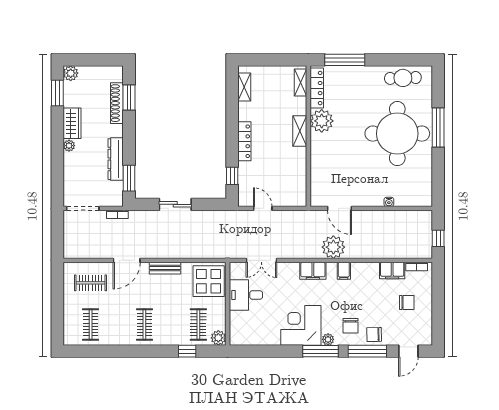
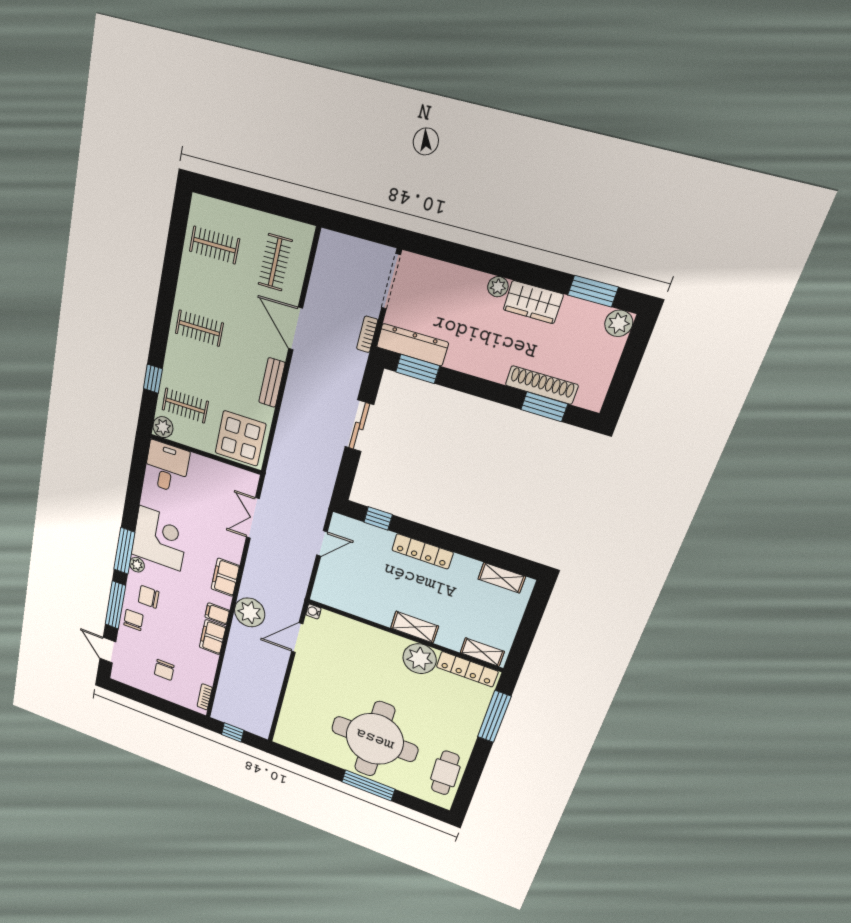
dresser: (116, 159) -> (412, 345), moved
water cooler: (389, 202) -> (313, 611), moved
filing cabinet: (392, 270) -> (213, 637), moved
desk: (246, 295) -> (167, 467), moved

